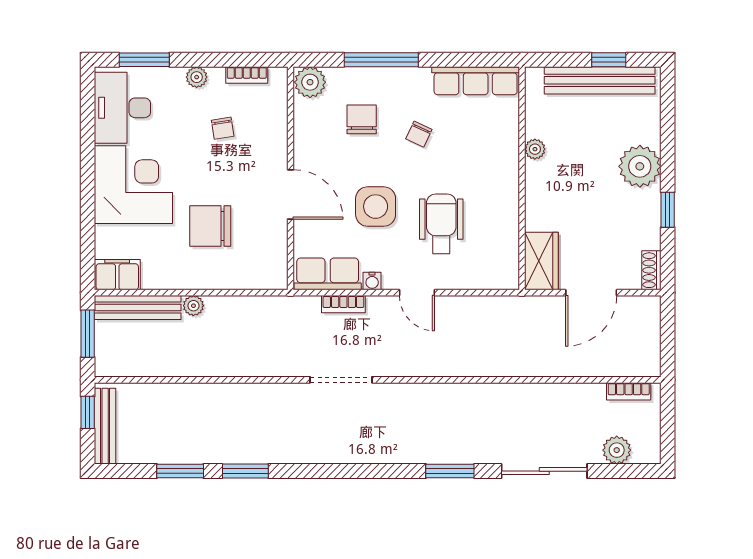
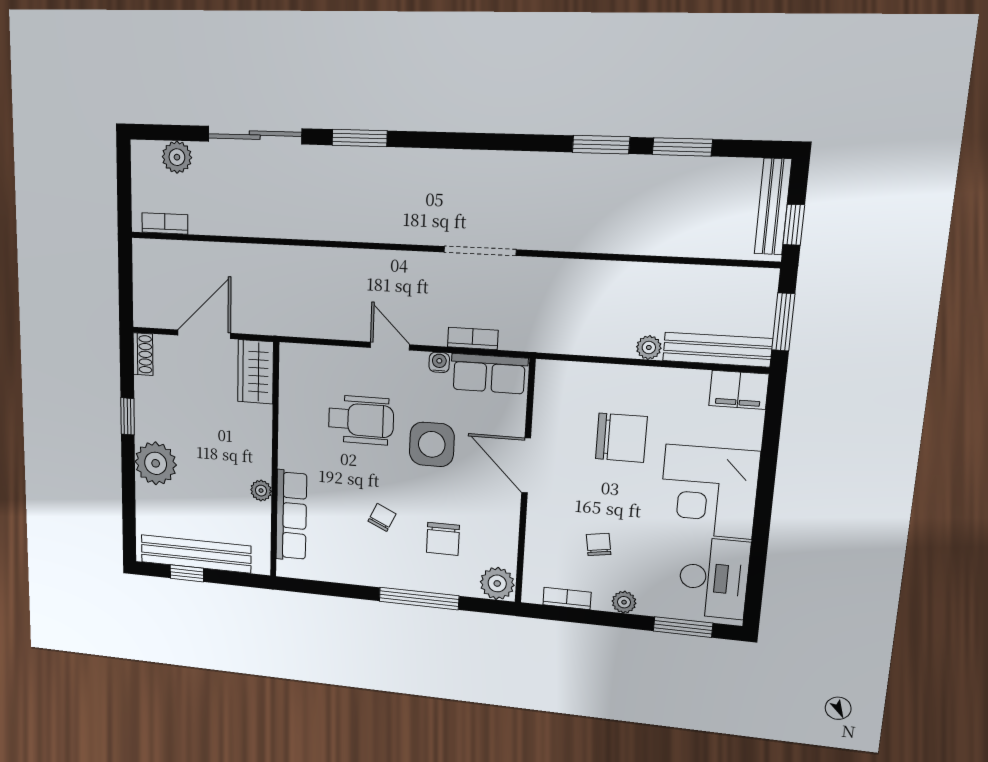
row of seats: (476, 81) -> (291, 516), moved, turned 90
wheelchair: (441, 224) -> (361, 420), turned -90

